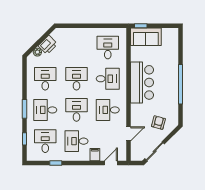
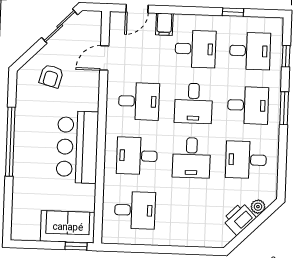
desk: (108, 48) -> (135, 210), turned -90
desk: (45, 79) -> (246, 160), turned 90
desk: (45, 141) -> (250, 51), turned -90

